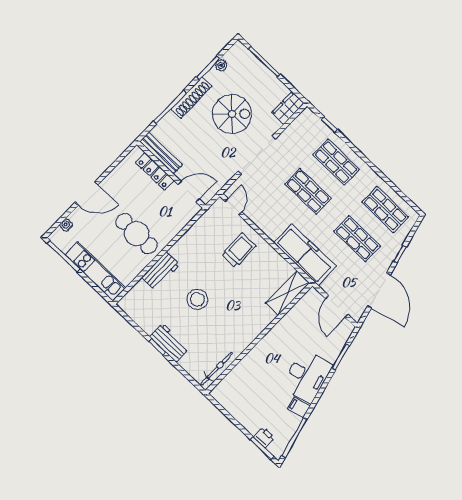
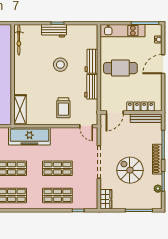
spiral stairs: (232, 114) -> (130, 170), turned 90
workbench: (187, 244) -> (91, 87), added

